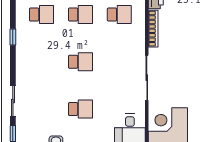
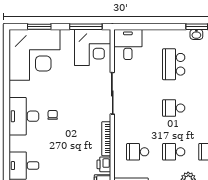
school desk: (80, 109) -> (174, 64), width x1.85

